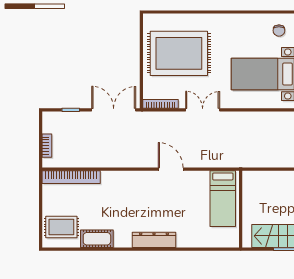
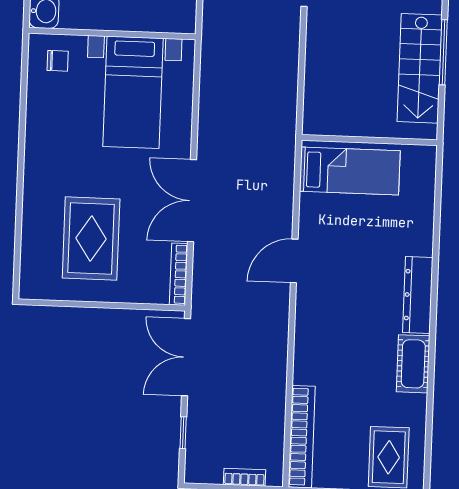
rug: (179, 53) -> (91, 238), width x0.73, depth x0.69
double door: (203, 110) -> (192, 201), width x1.37
cot: (97, 239) -> (413, 364), moved

